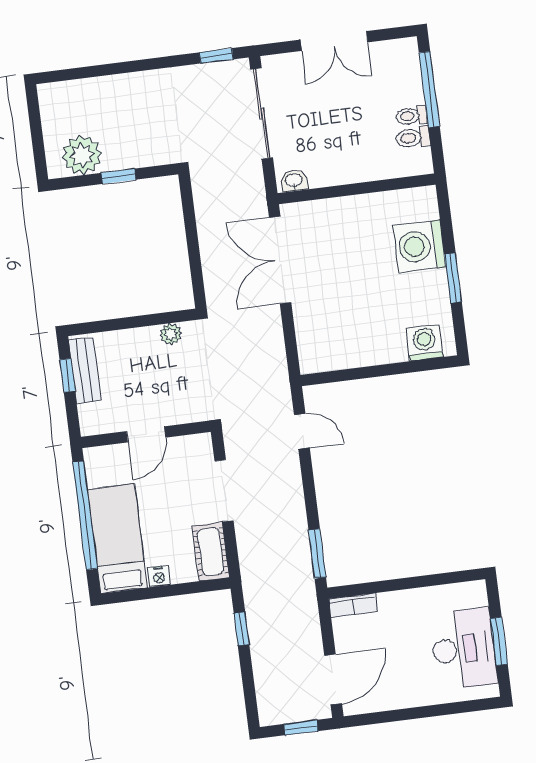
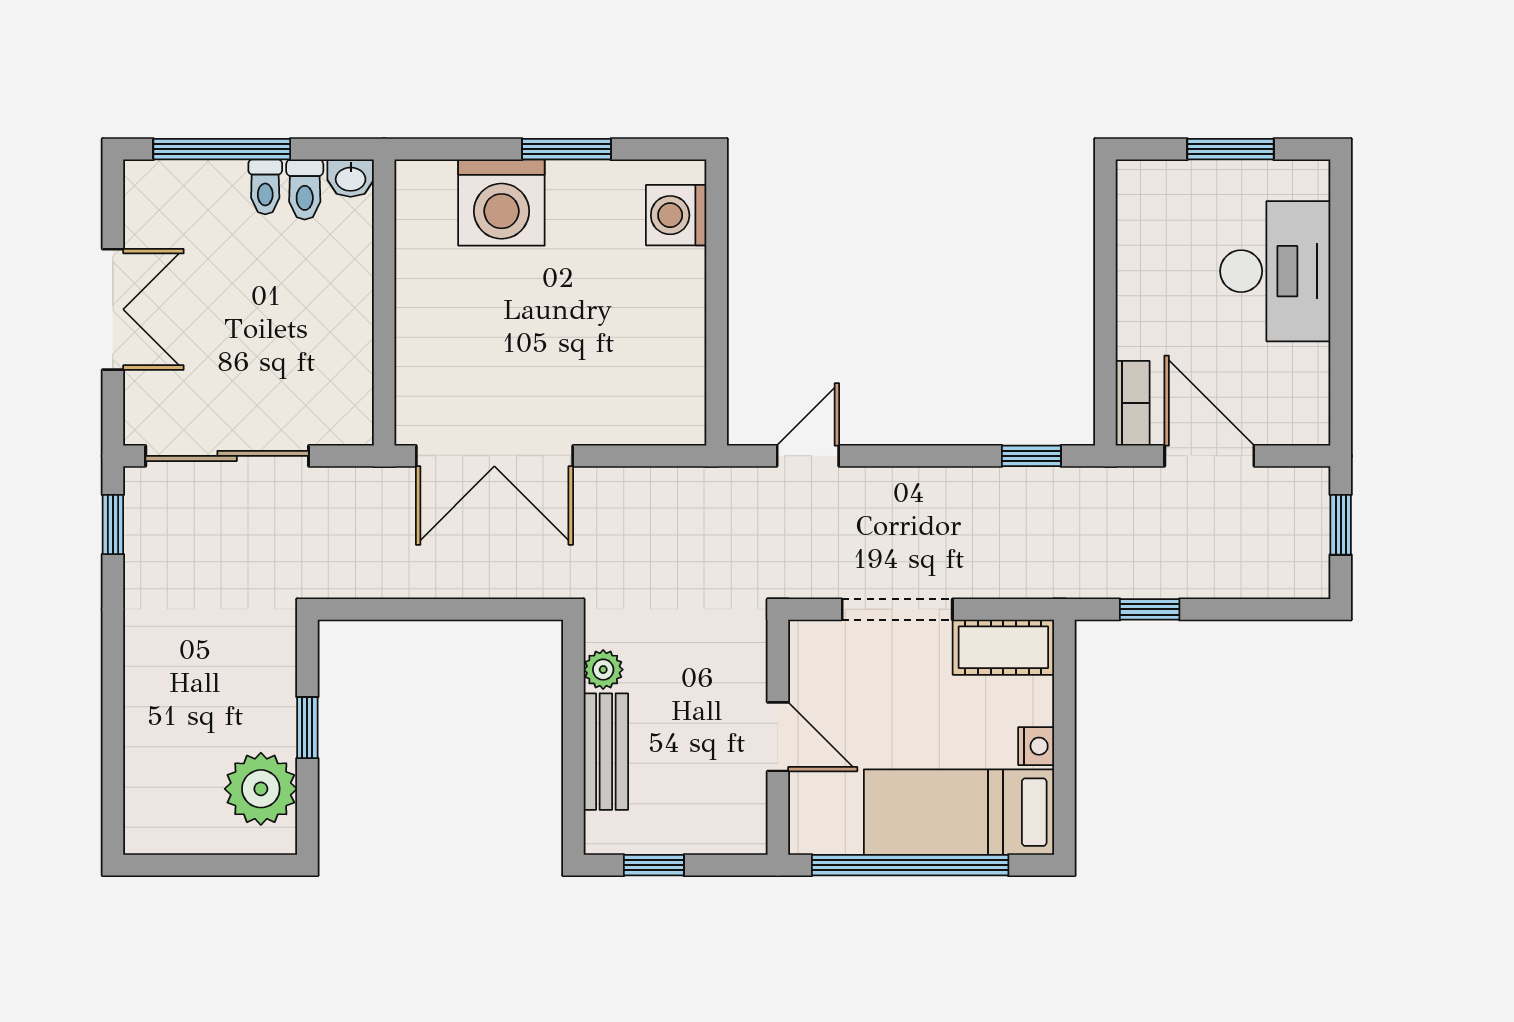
washbasin: (294, 181) -> (351, 178), moved, turned -90
bench: (85, 370) -> (606, 752), moved, turned 90
window: (317, 554) -> (1031, 456), width x0.67
desk: (464, 649) -> (1275, 271), moved, turned 90
door: (333, 680) -> (1209, 456), moved

